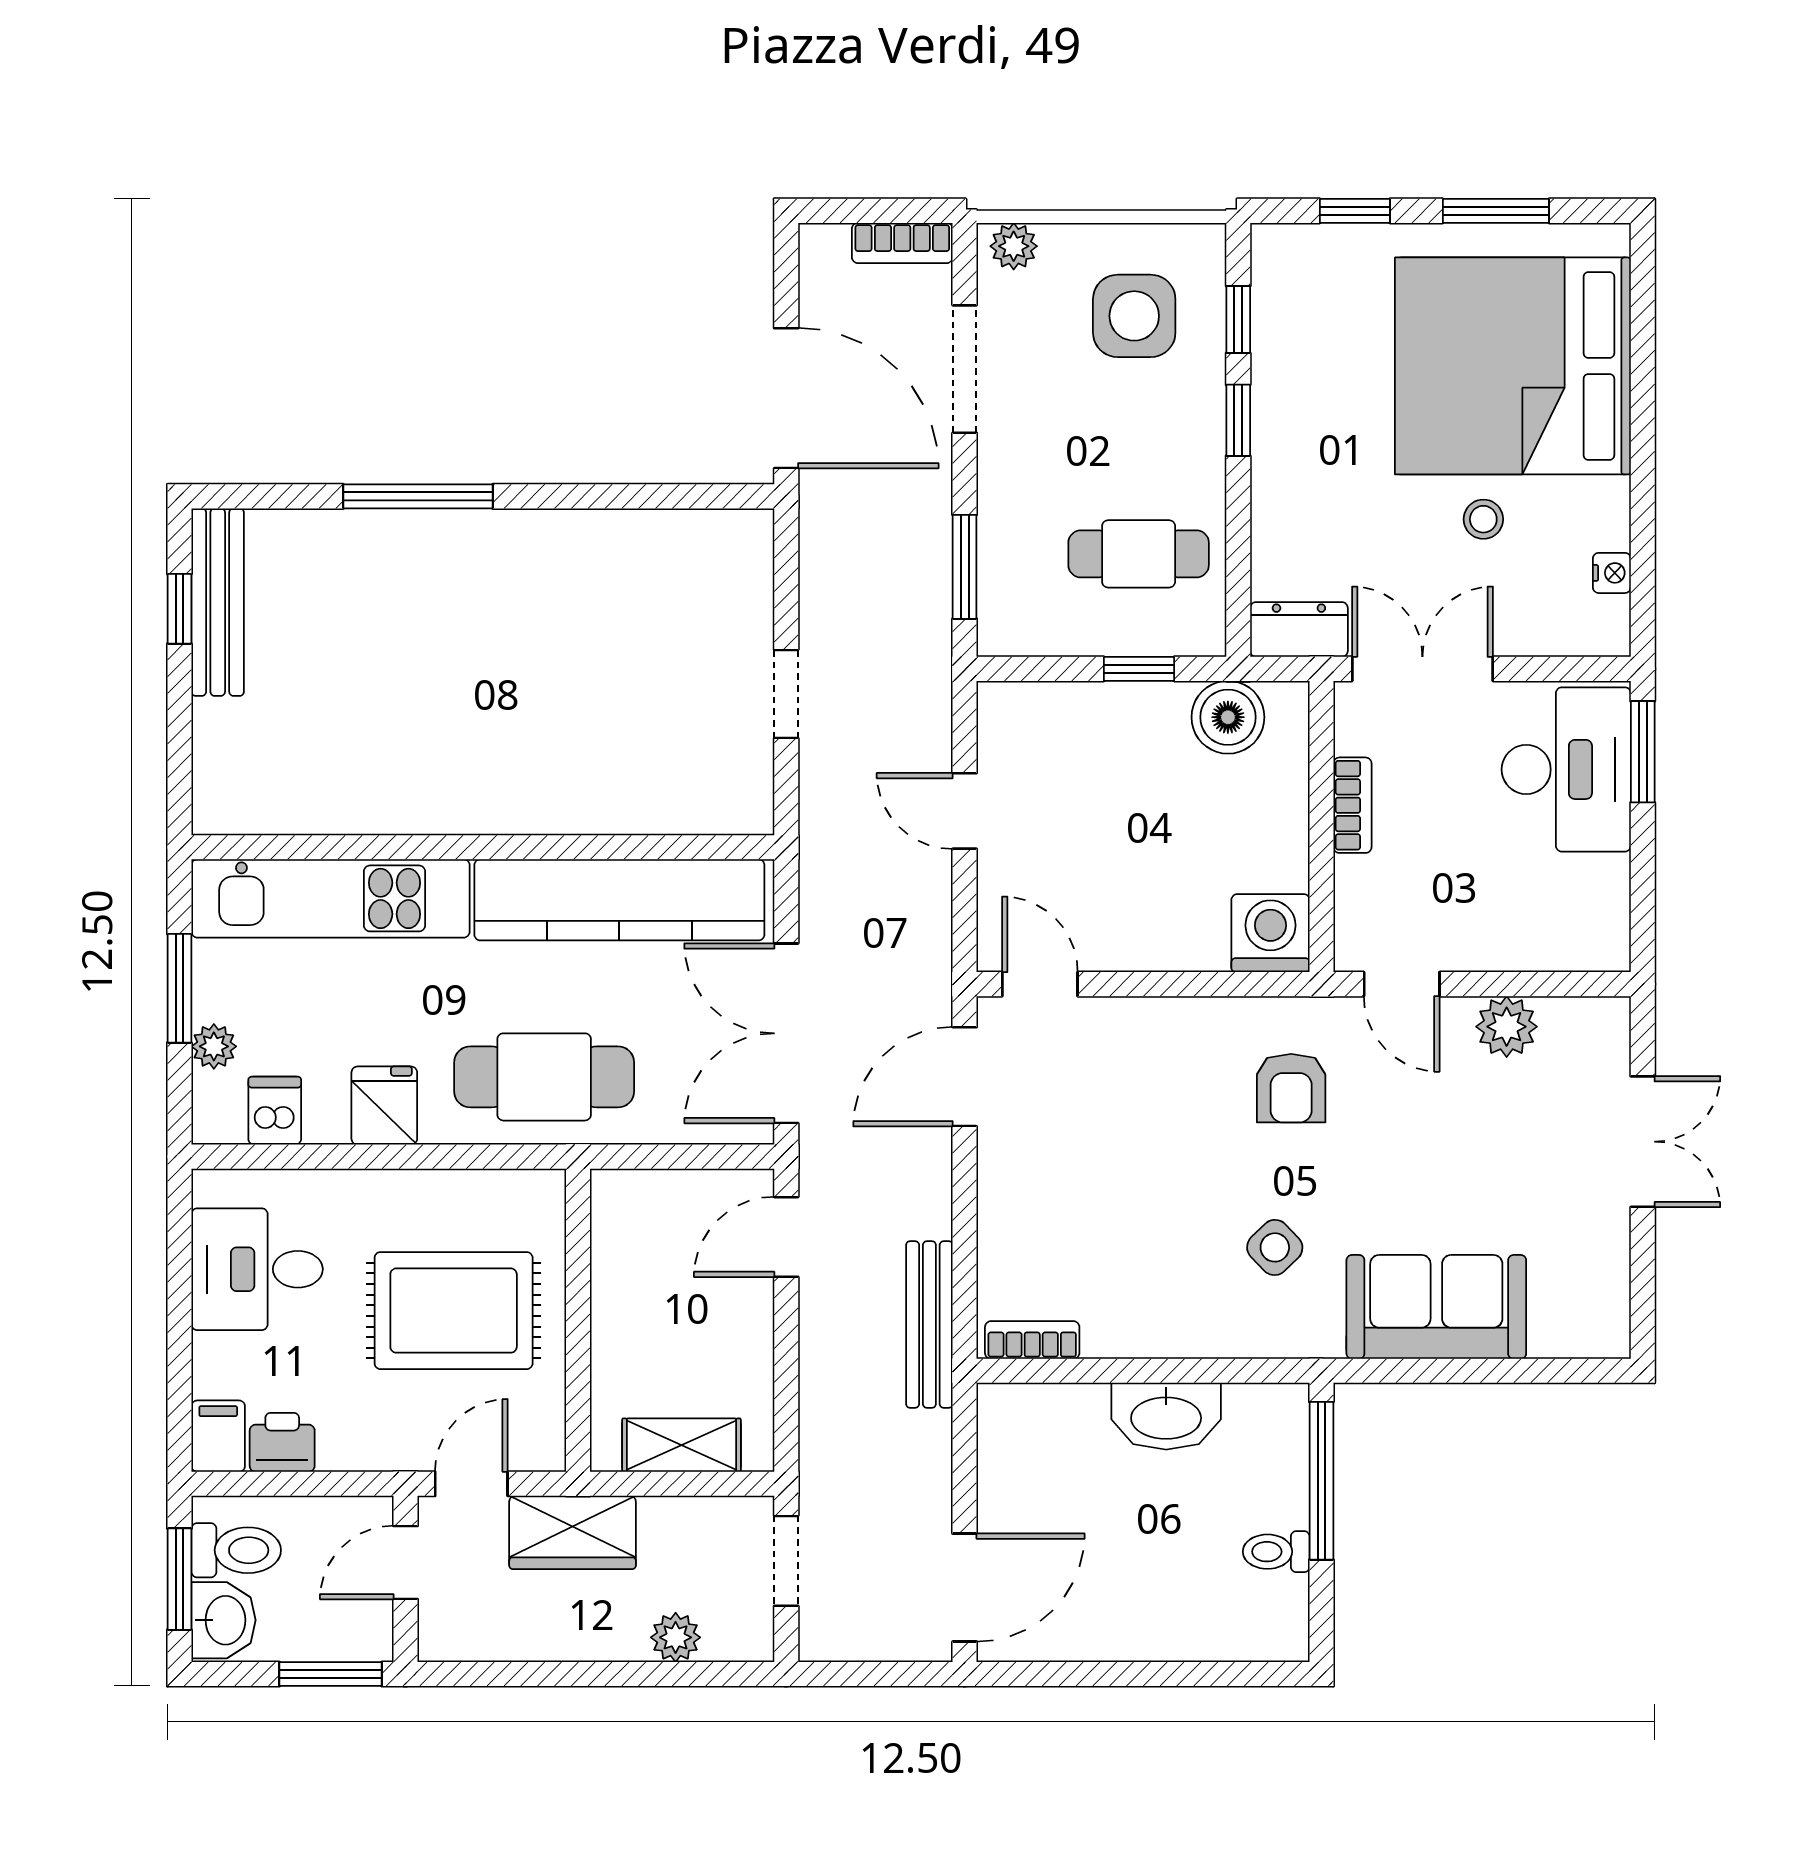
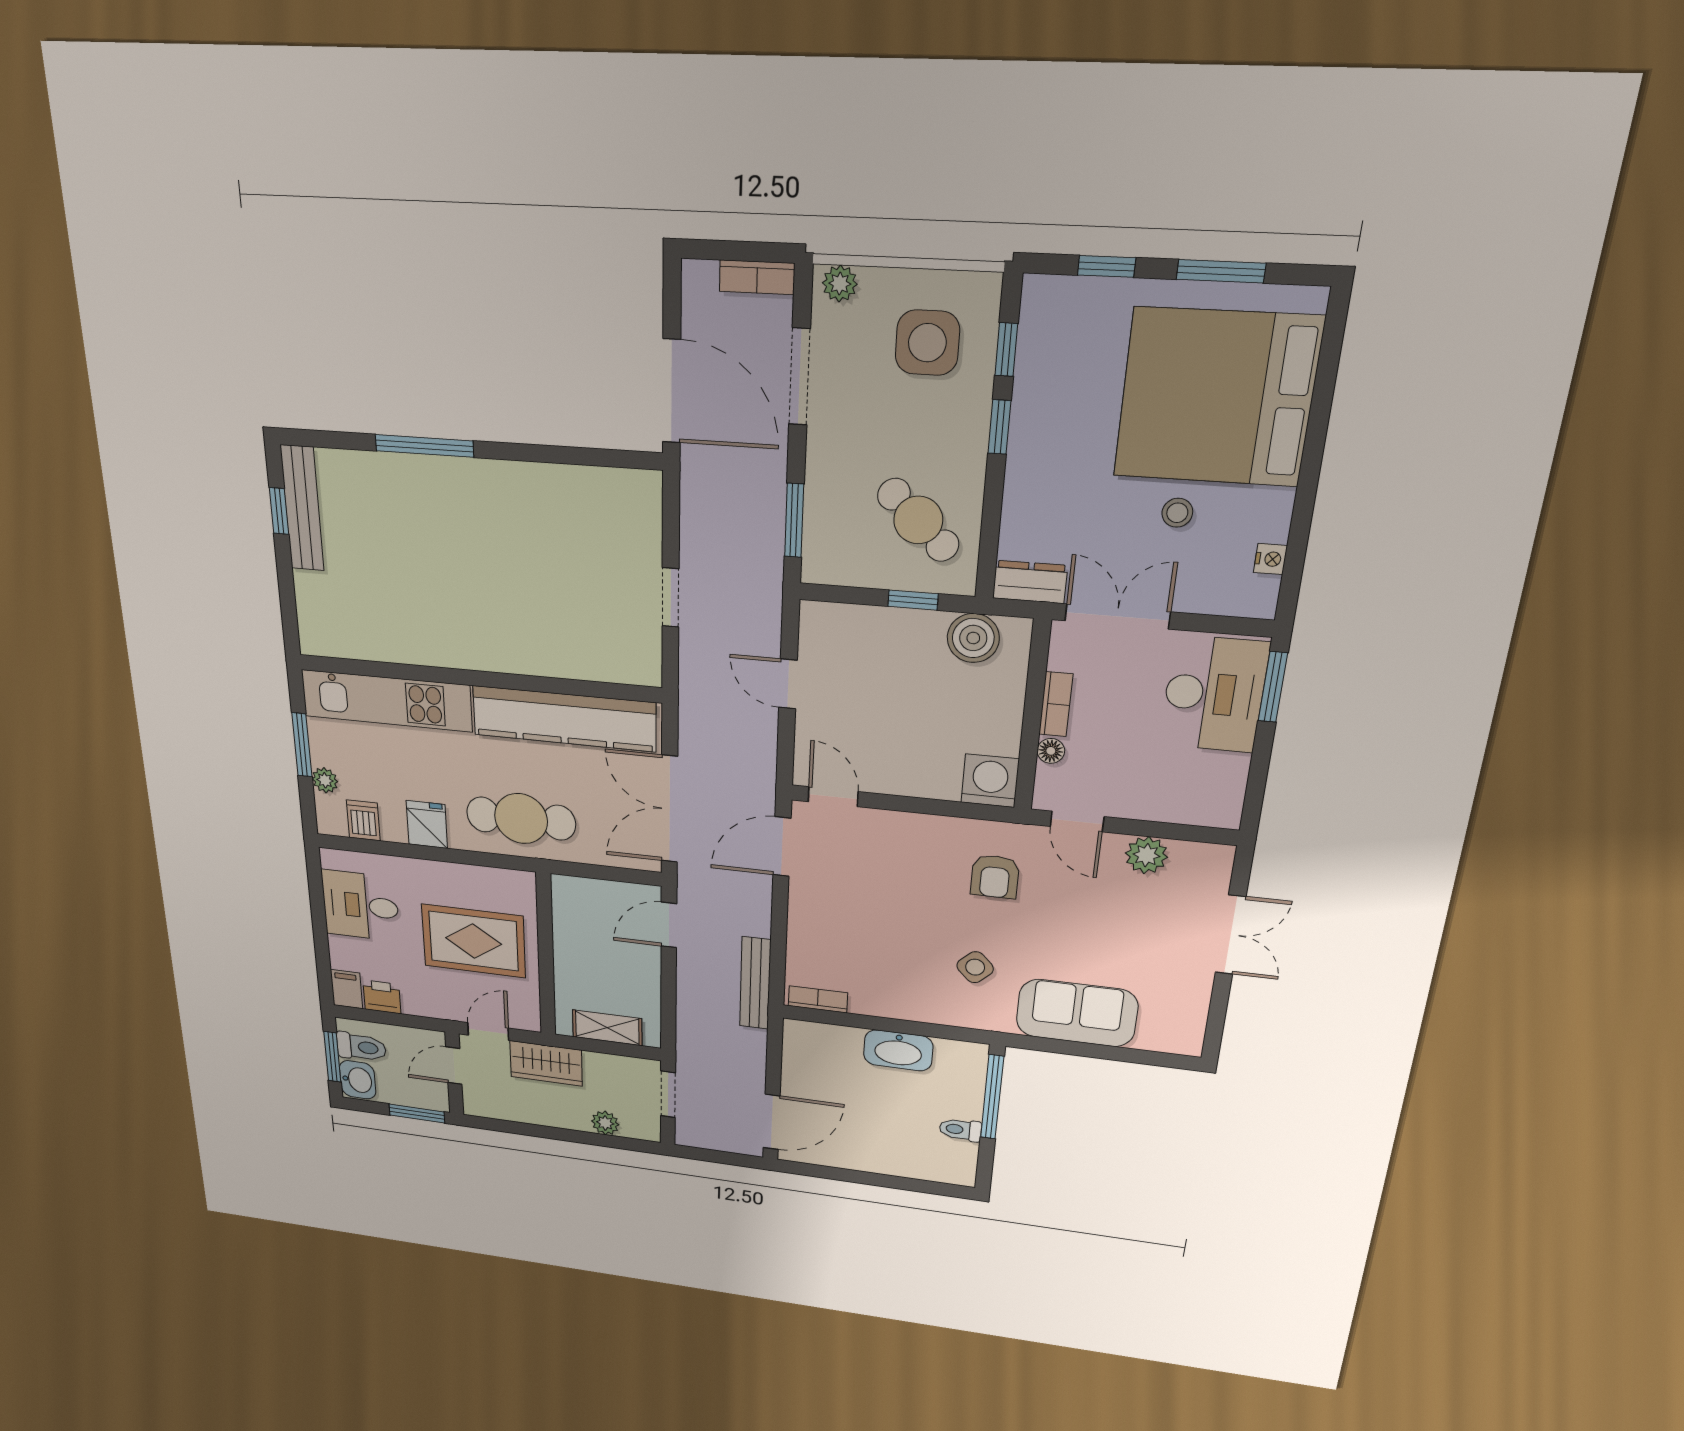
cafe table: (1139, 554) -> (918, 520), turned 43
floor lamp: (1353, 877) -> (1051, 751), added

